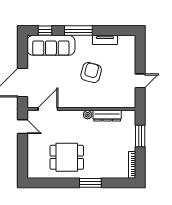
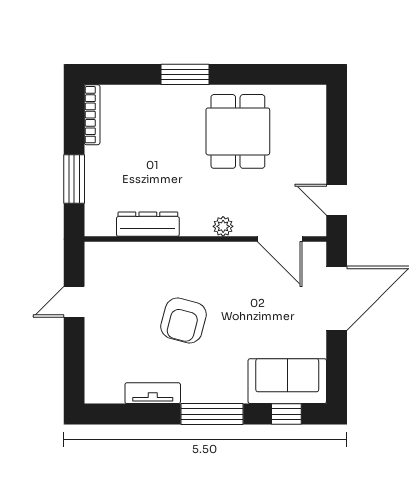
sofa: (51, 45) -> (287, 381), width x0.73
door: (48, 109) -> (280, 239), hinge flipped
plant: (88, 115) -> (223, 226), moved
dining table: (67, 157) -> (238, 131), turned 90

